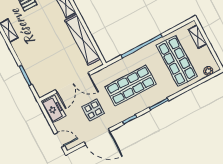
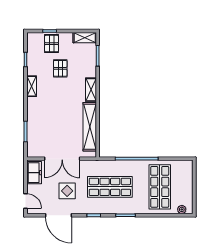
shelving: (198, 37) -> (188, 176), removed

